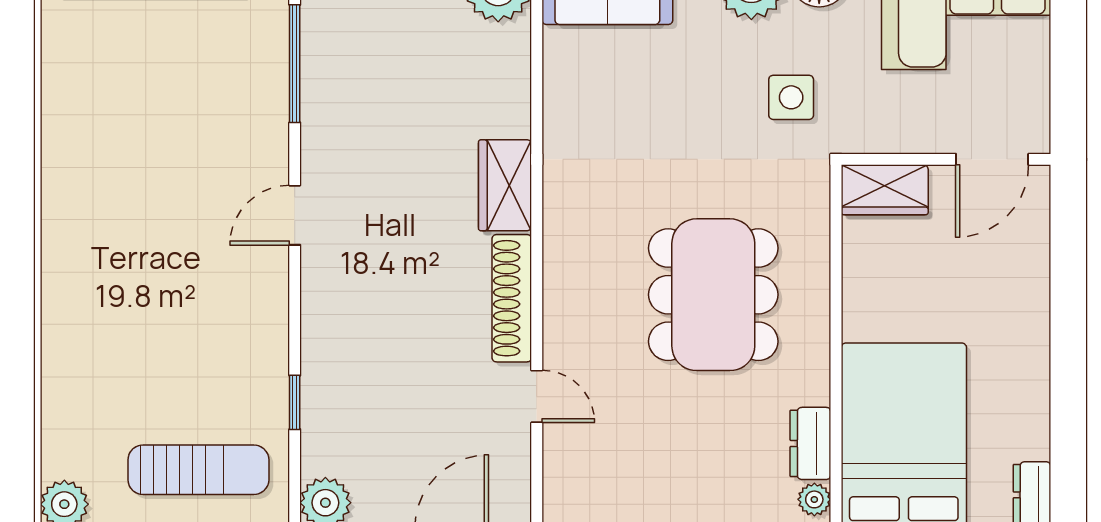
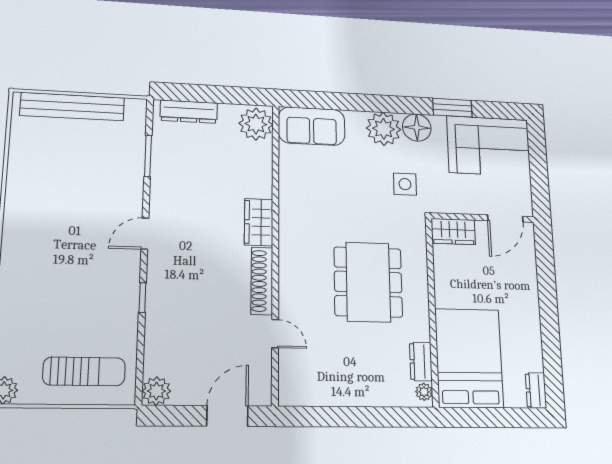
window: (295, 64) -> (148, 156), width x0.69
window: (295, 402) -> (142, 298), moved

